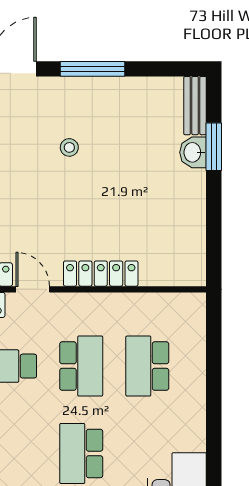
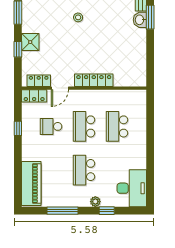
door: (33, 289) -> (60, 88), swing flipped
school desk: (81, 366) -> (84, 126), turned 180

